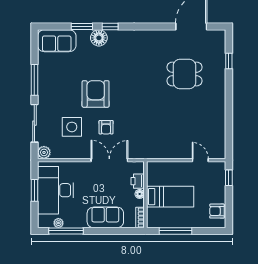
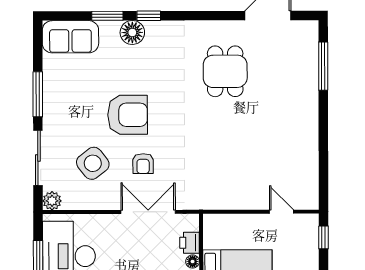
window: (229, 61) -> (323, 66), width x2.17
dining table: (184, 74) -> (225, 71), moved, turned 90
armchair: (96, 94) -> (128, 115), turned 90
side table: (72, 127) -> (93, 163), turned -38

